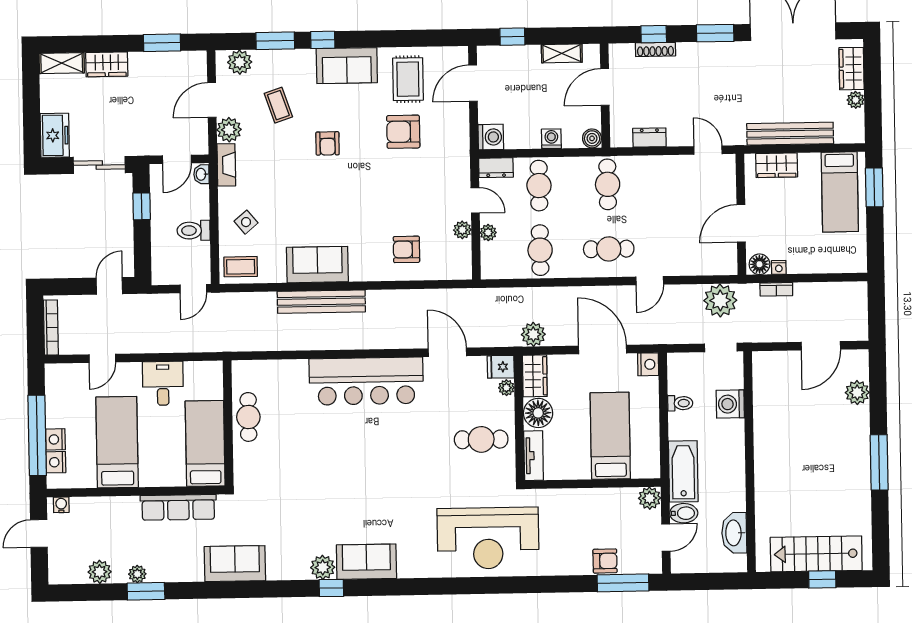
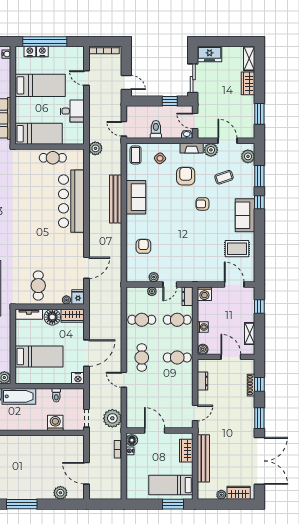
armchair: (403, 132) -> (186, 176), moved
plant: (533, 334) -> (95, 148), moved
bar counter: (366, 381) -> (71, 201), moved

